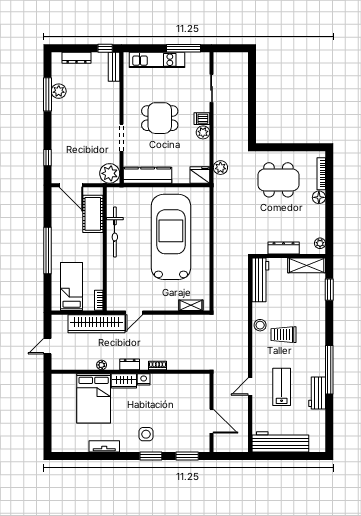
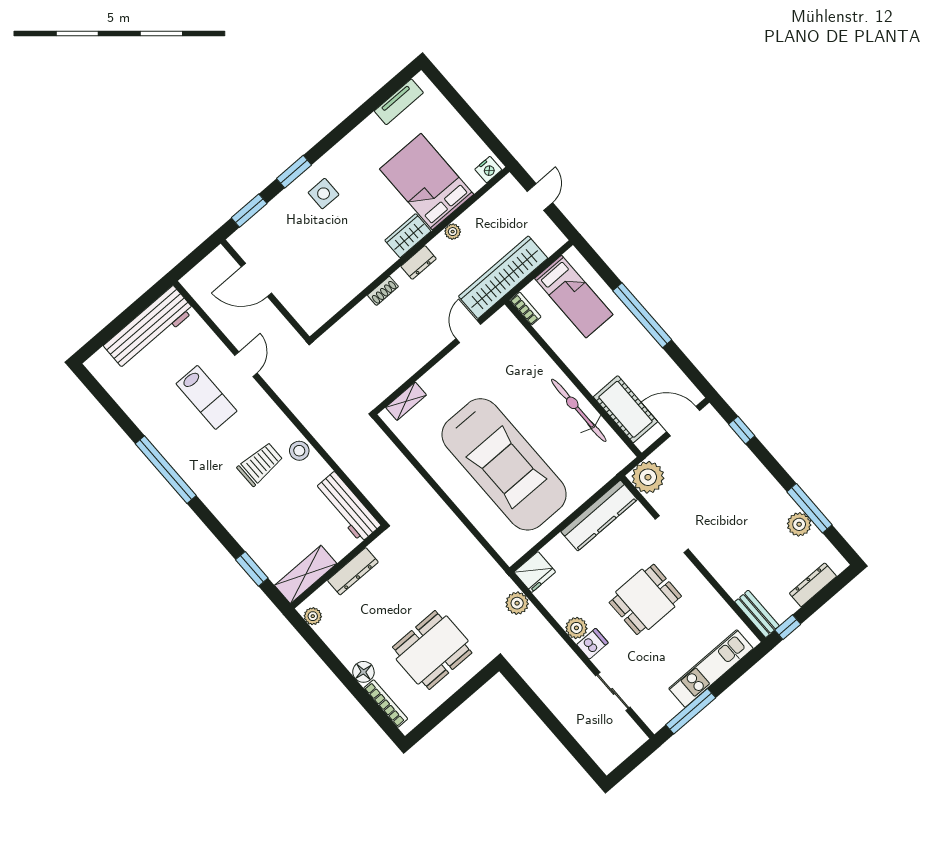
nightstand: (144, 379) -> (488, 170), moved
workbench: (317, 393) -> (156, 428), removed
tv unit: (104, 446) -> (399, 102), moved

